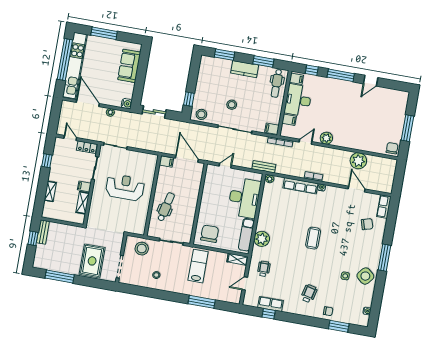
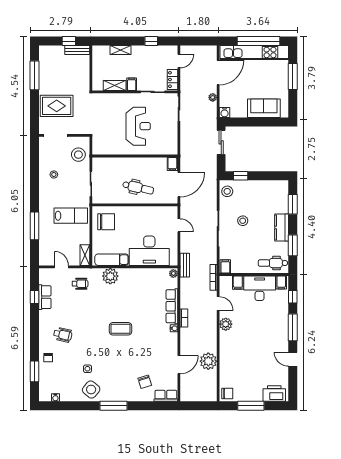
printer: (400, 104) -> (274, 393), added
dental chair: (166, 207) -> (138, 188), moved

